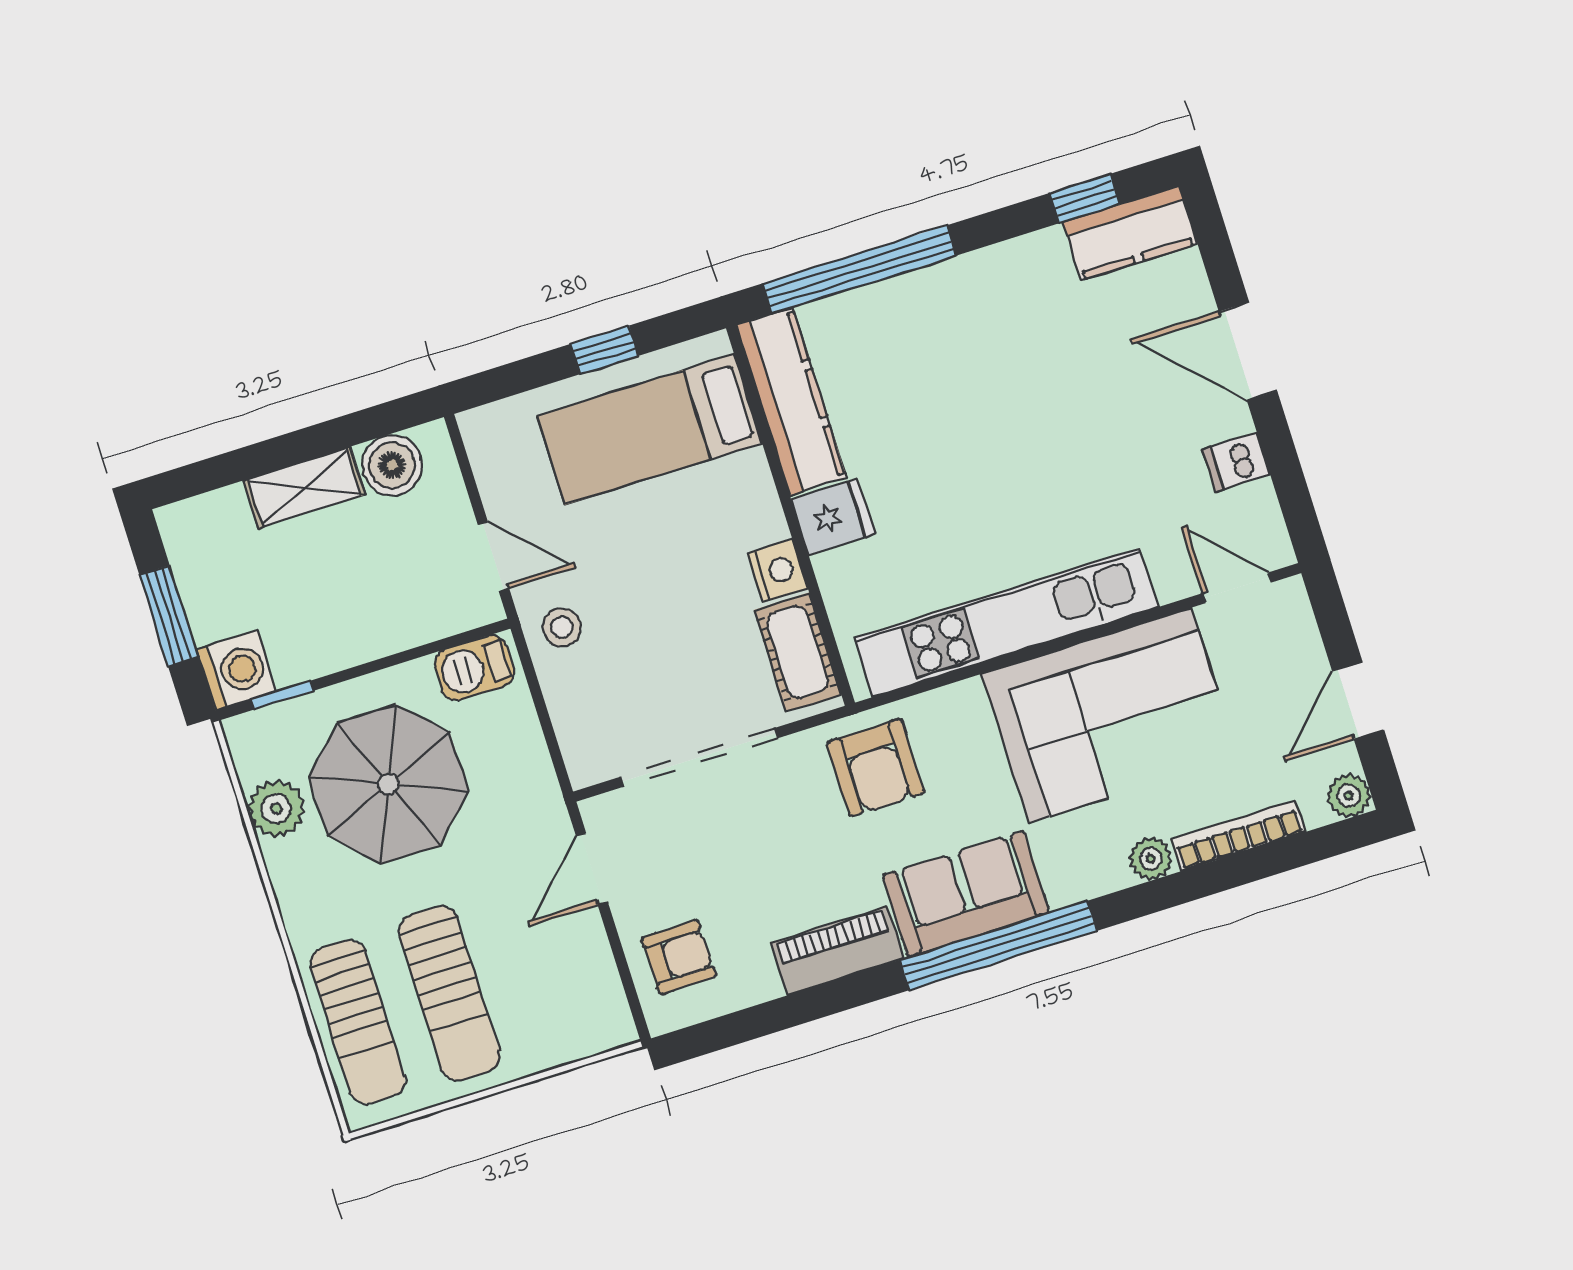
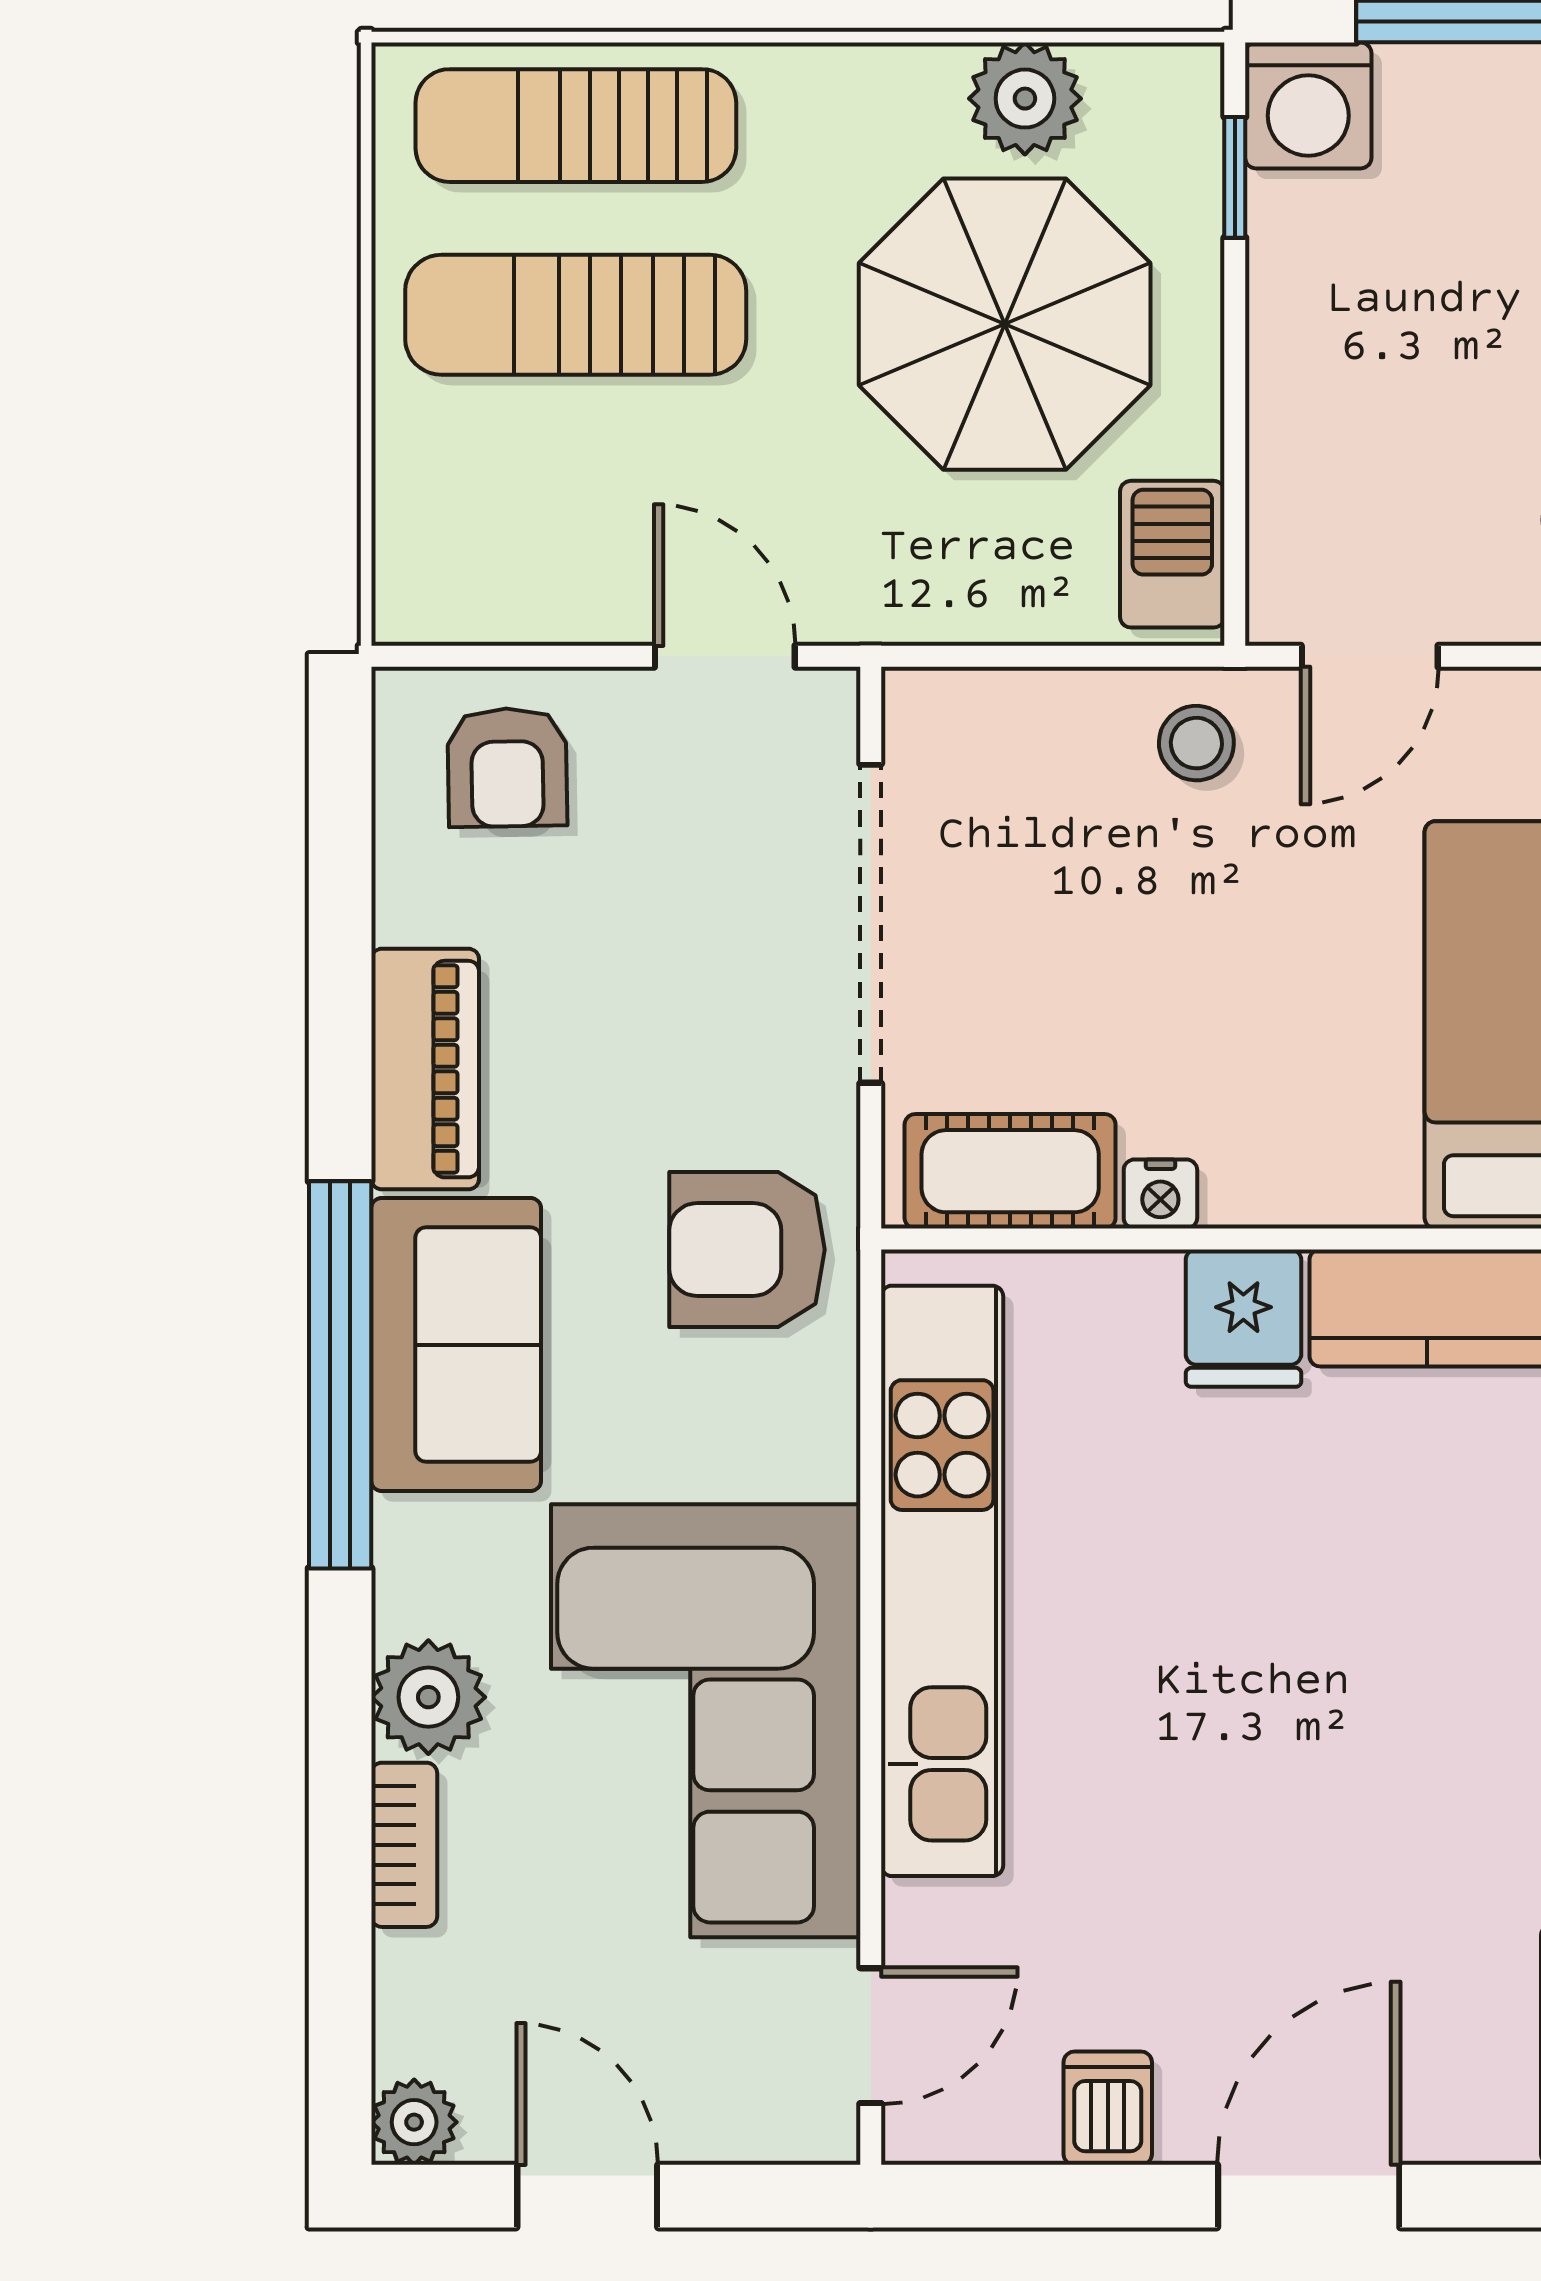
nightstand: (778, 571) -> (1160, 1194), width x0.72, depth x0.74
bookcase: (1238, 836) -> (404, 1845), width x0.64
plant: (1151, 859) -> (428, 1697), width x1.38, depth x1.38

